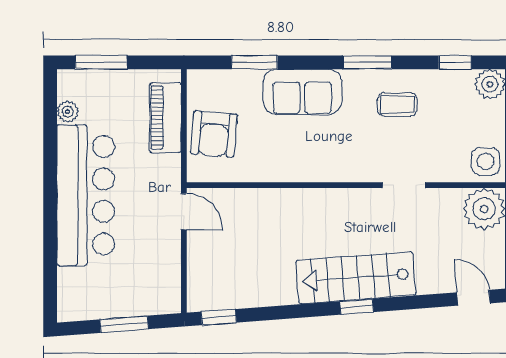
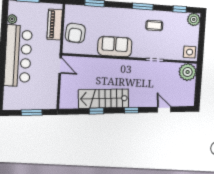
sofa: (302, 92) -> (115, 47), moved, turned 180
stairs: (356, 278) -> (103, 99), moved
door: (473, 298) -> (164, 109), moved
window: (219, 317) -> (97, 111), moved

